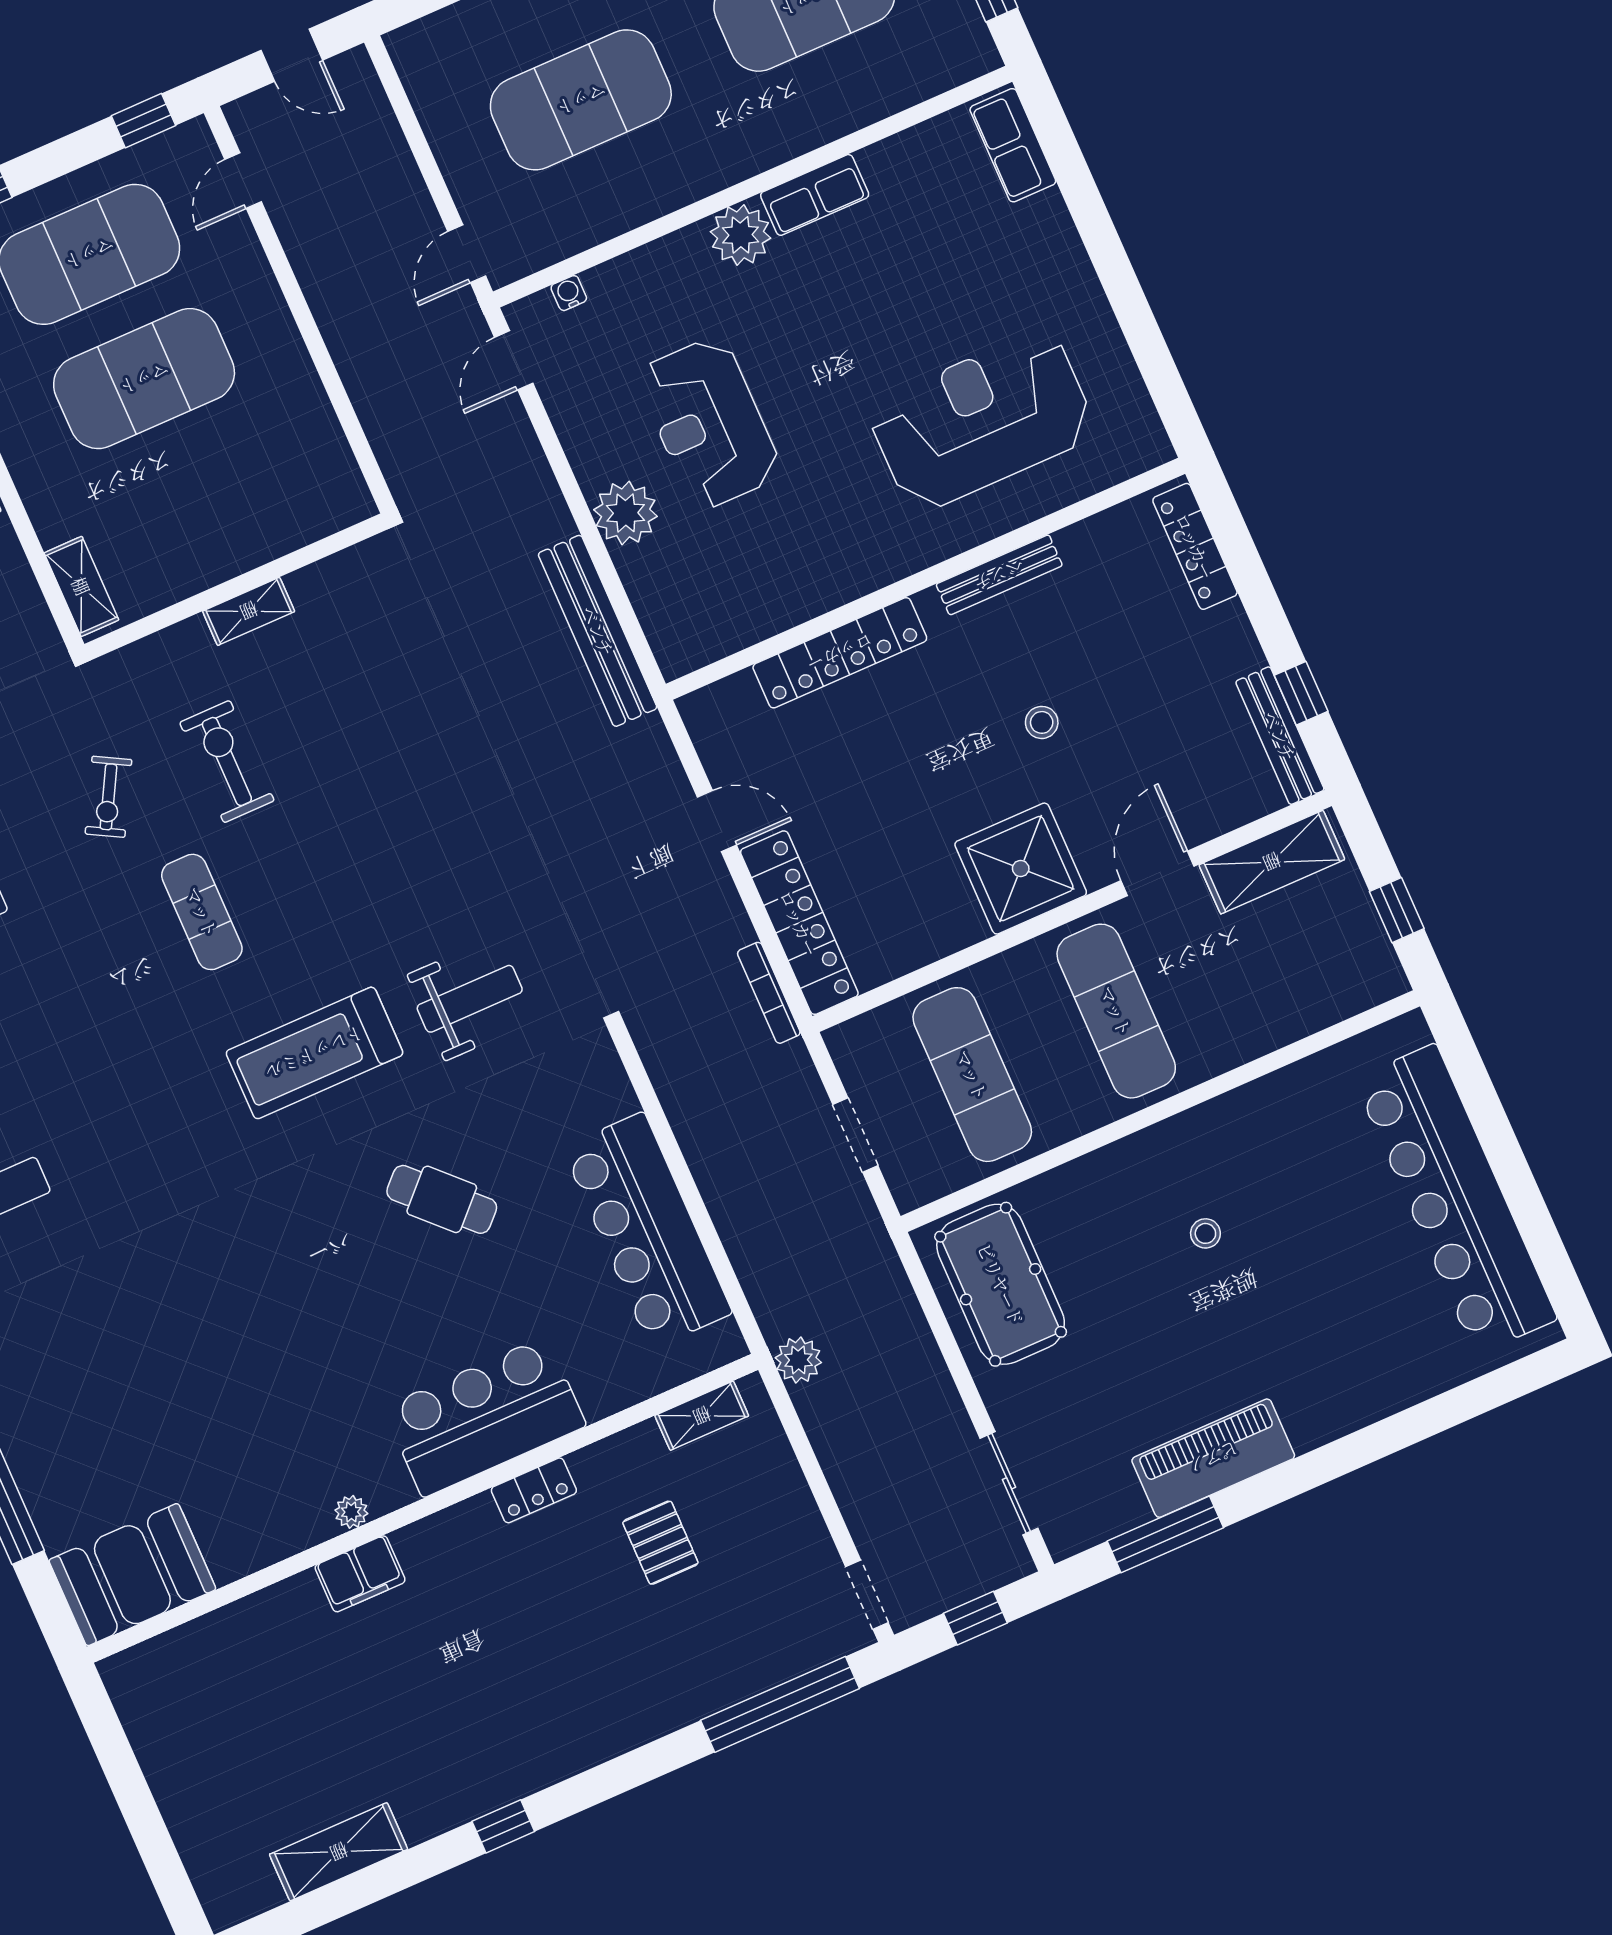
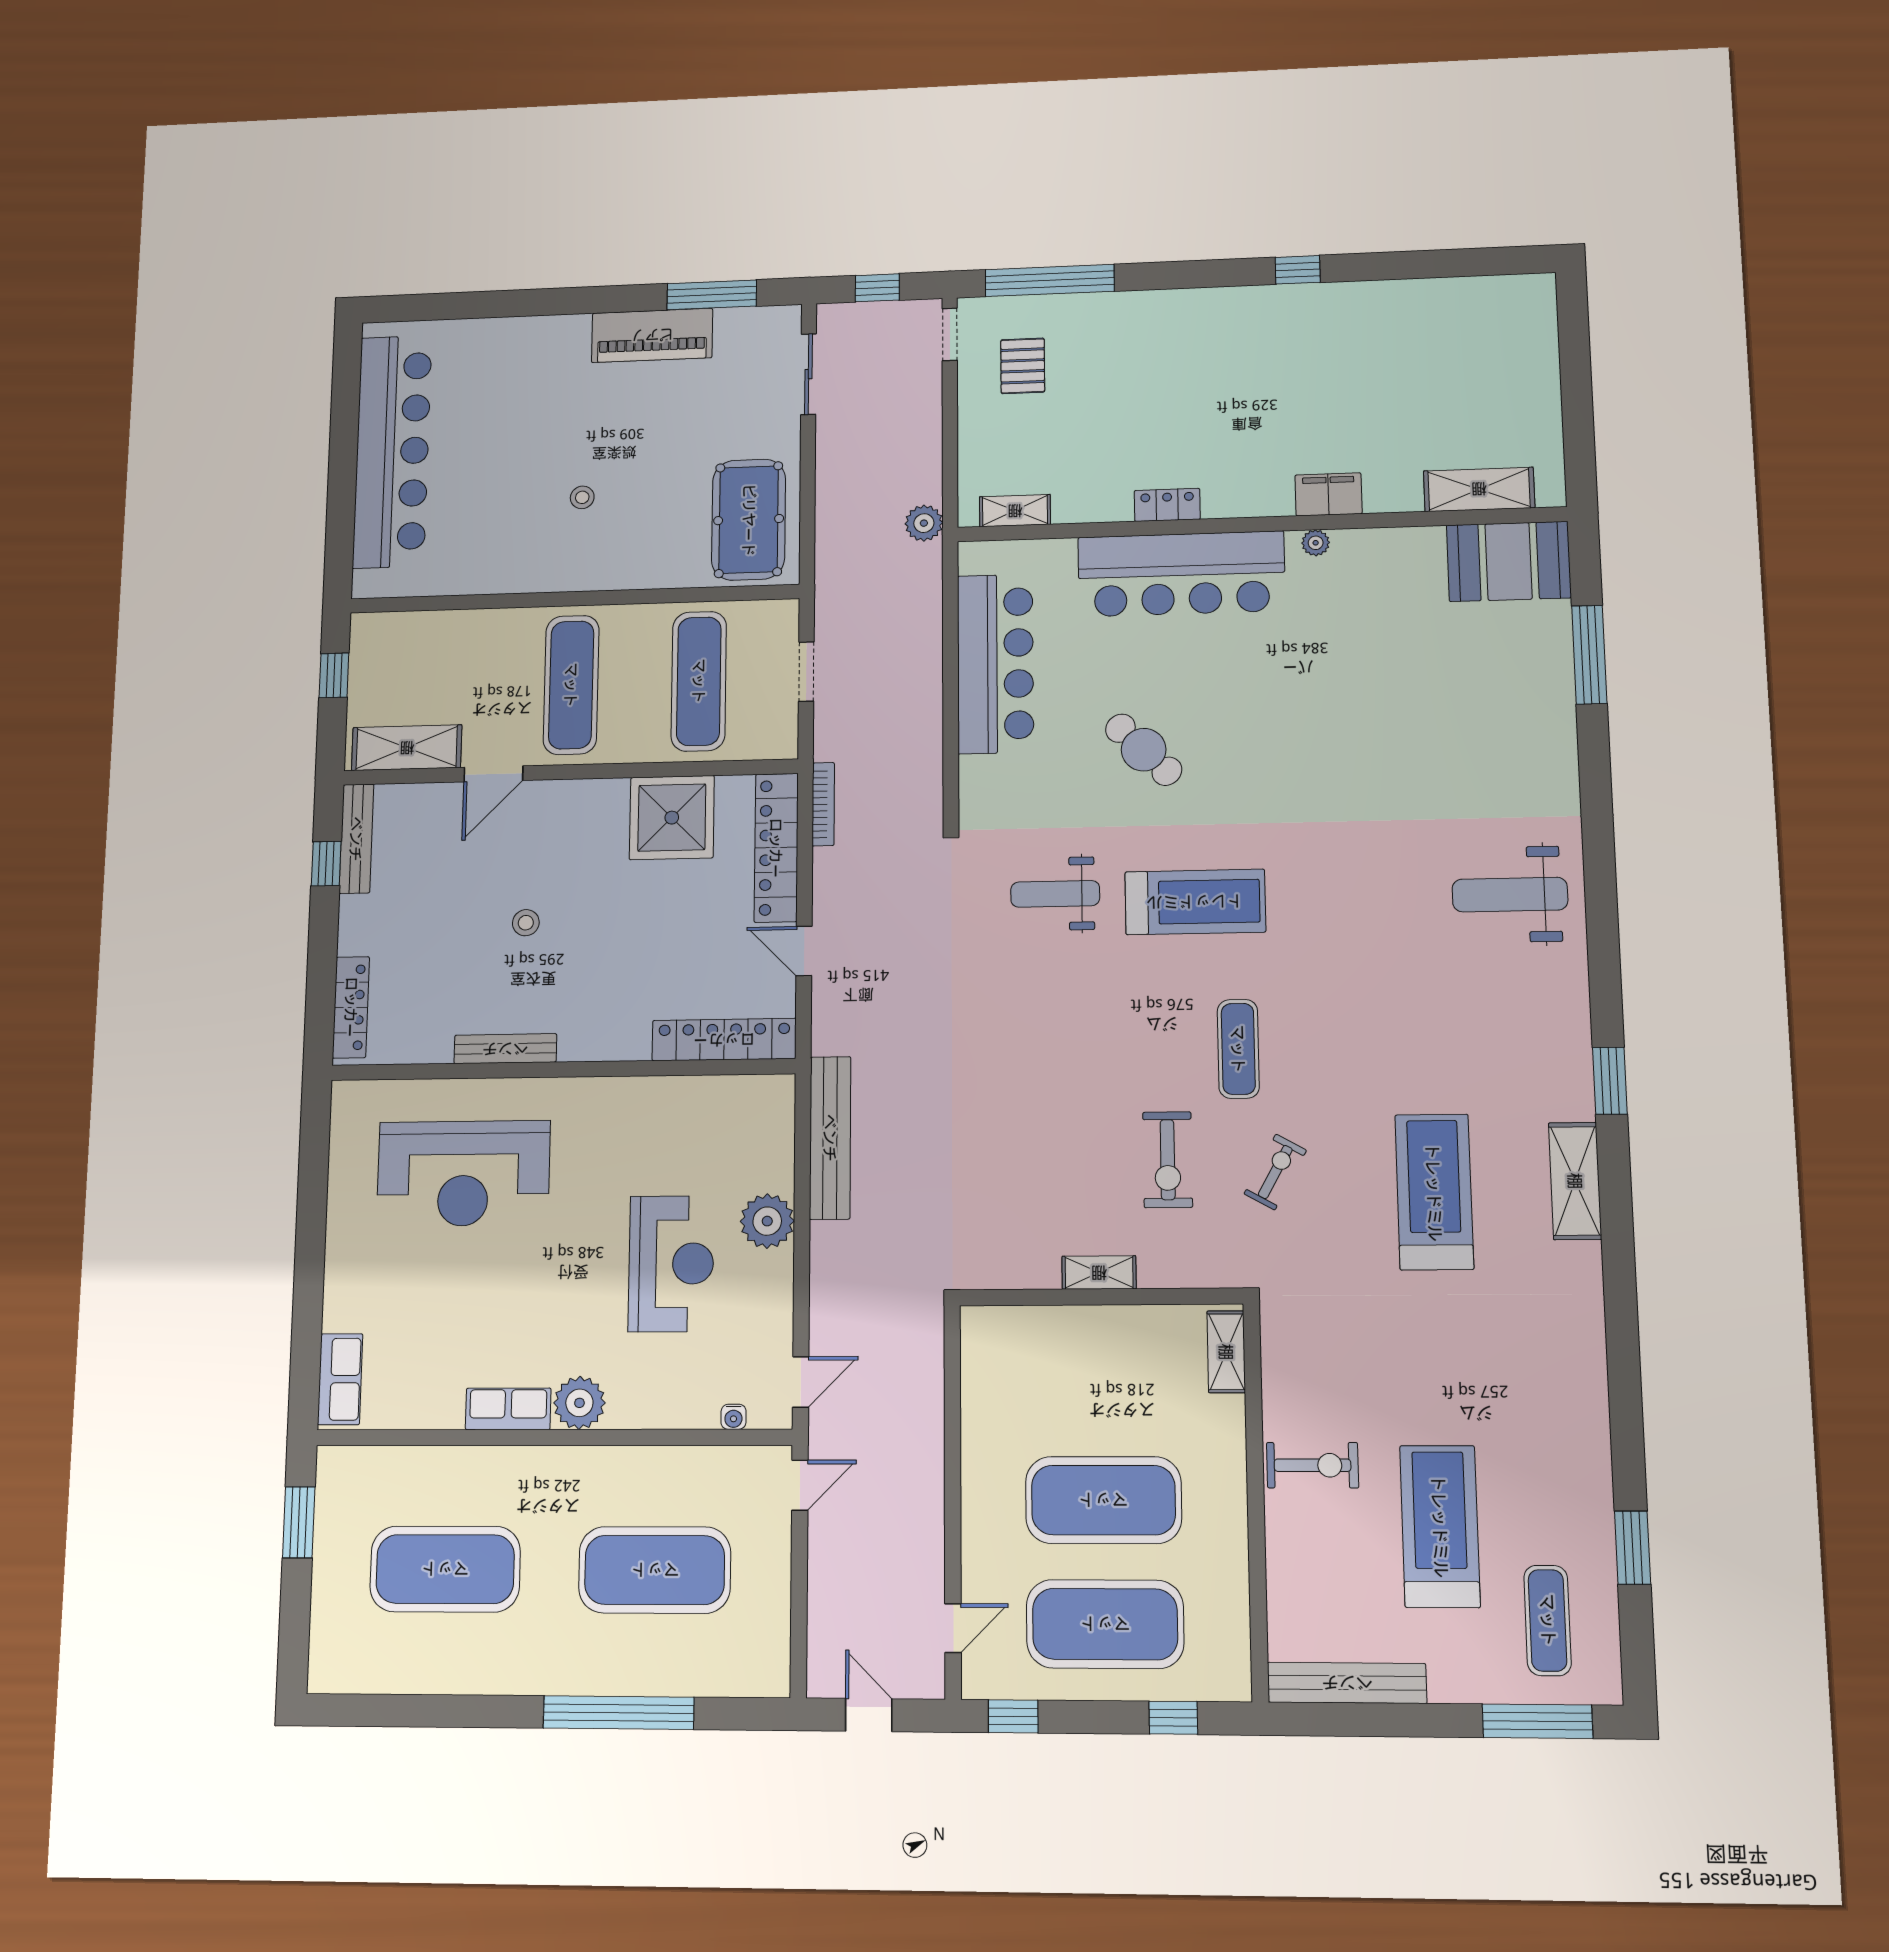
locker: (840, 653) -> (724, 1040), moved
shower: (1021, 869) -> (672, 818), moved
bar counter: (485, 1417) -> (1181, 574), width x1.36
pallet: (660, 1543) -> (1023, 366), moved
shelving: (339, 1852) -> (1479, 489), moved

